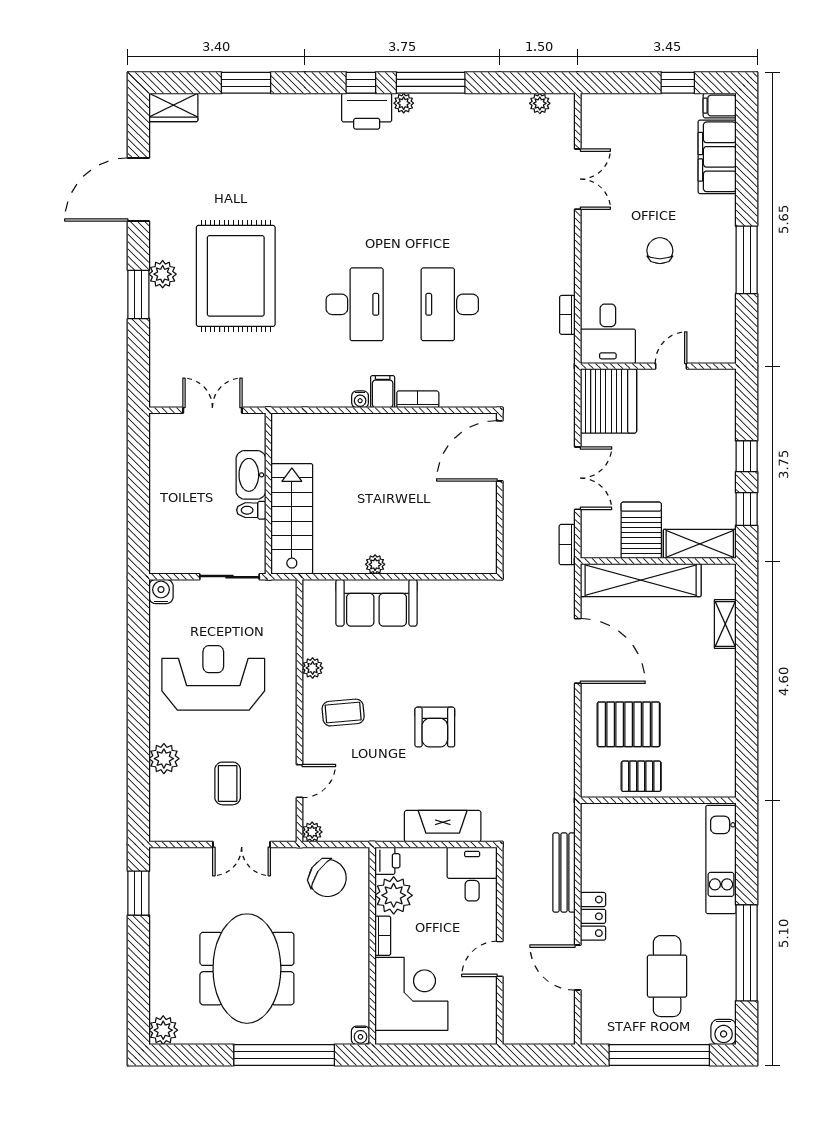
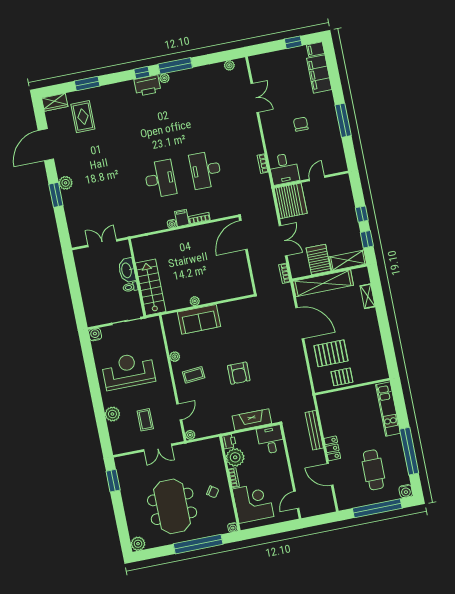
rug: (236, 276) -> (83, 117), moved, width x0.54, depth x0.49
chair: (328, 878) -> (213, 492), moved, width x0.54, depth x0.54
door: (500, 959) -> (296, 500), moved

